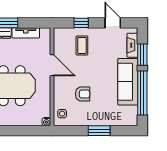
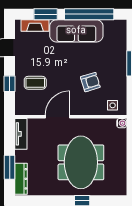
tv unit: (26, 33) -> (21, 134), moved
armchair: (83, 94) -> (90, 82), turned 73

